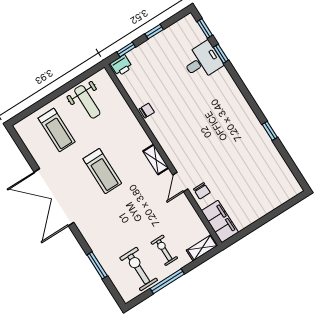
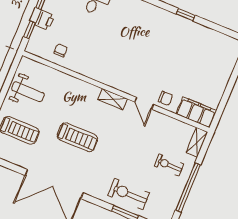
printer: (121, 65) -> (45, 20), moved
chair: (147, 111) -> (61, 50), moved
exercise bike: (139, 269) -> (129, 194), moved
window: (167, 281) -> (188, 187), width x1.46

